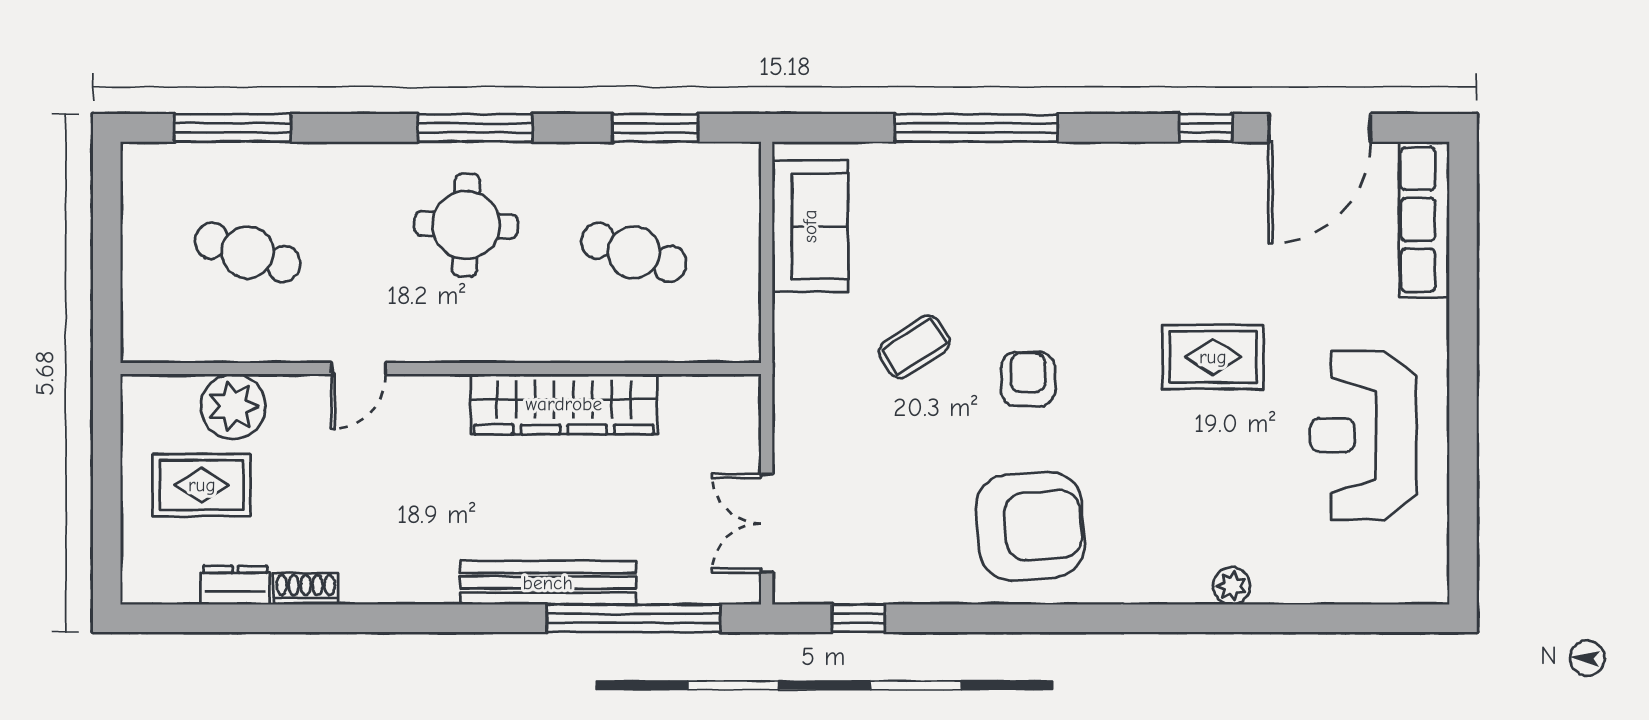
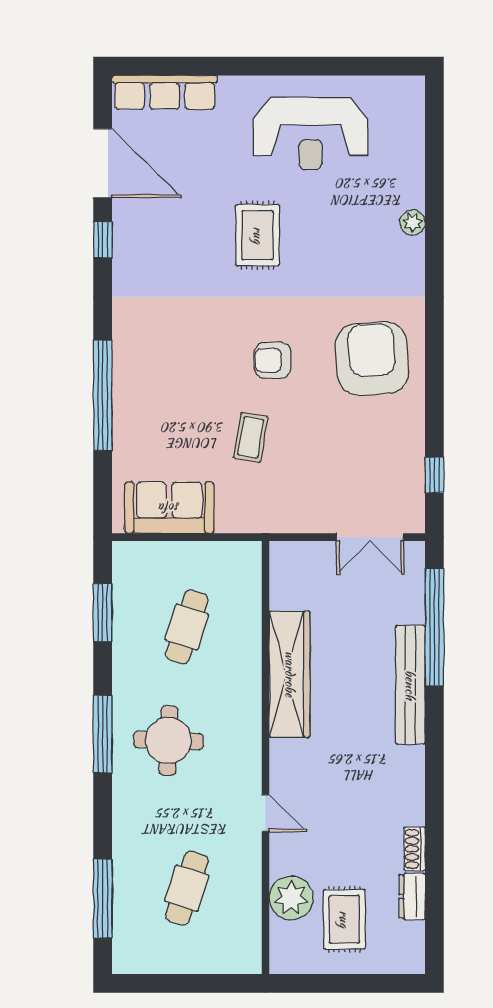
coffee table: (914, 347) -> (251, 437), turned 43

